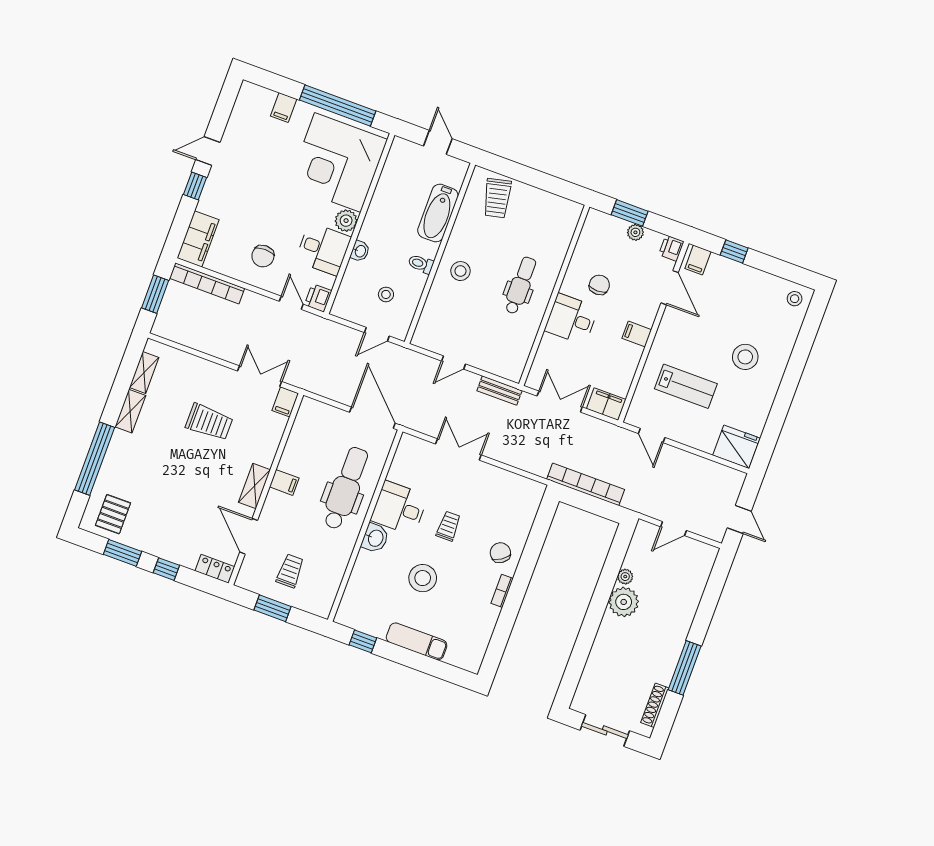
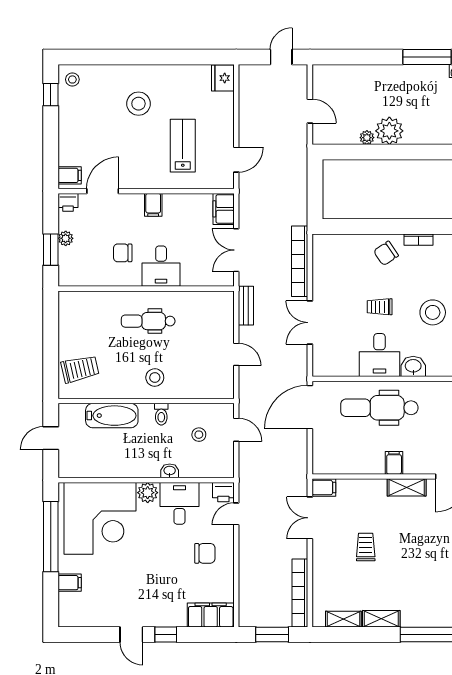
window: (734, 251) -> (51, 95), moved
bookcase: (207, 283) -> (300, 593), moved, turned 180
trolley: (209, 422) -> (366, 547), width x0.73, depth x0.72
fridge: (736, 447) -> (223, 78), width x0.73, depth x0.75
bookcase: (586, 484) -> (300, 261), moved

